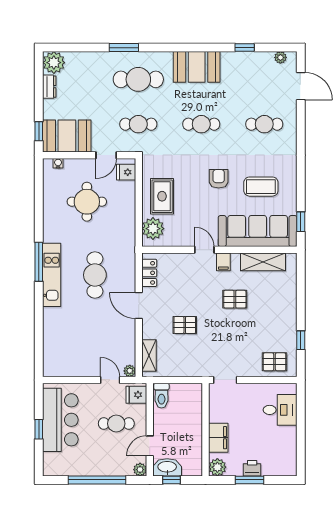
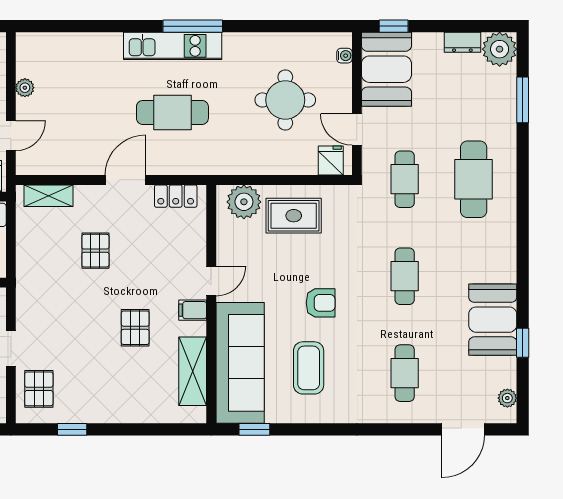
window: (124, 48) -> (523, 100), moved
booth: (197, 67) -> (493, 320), moved
plant: (130, 371) -> (25, 88), moved
doorway: (225, 380) -> (11, 349), moved

